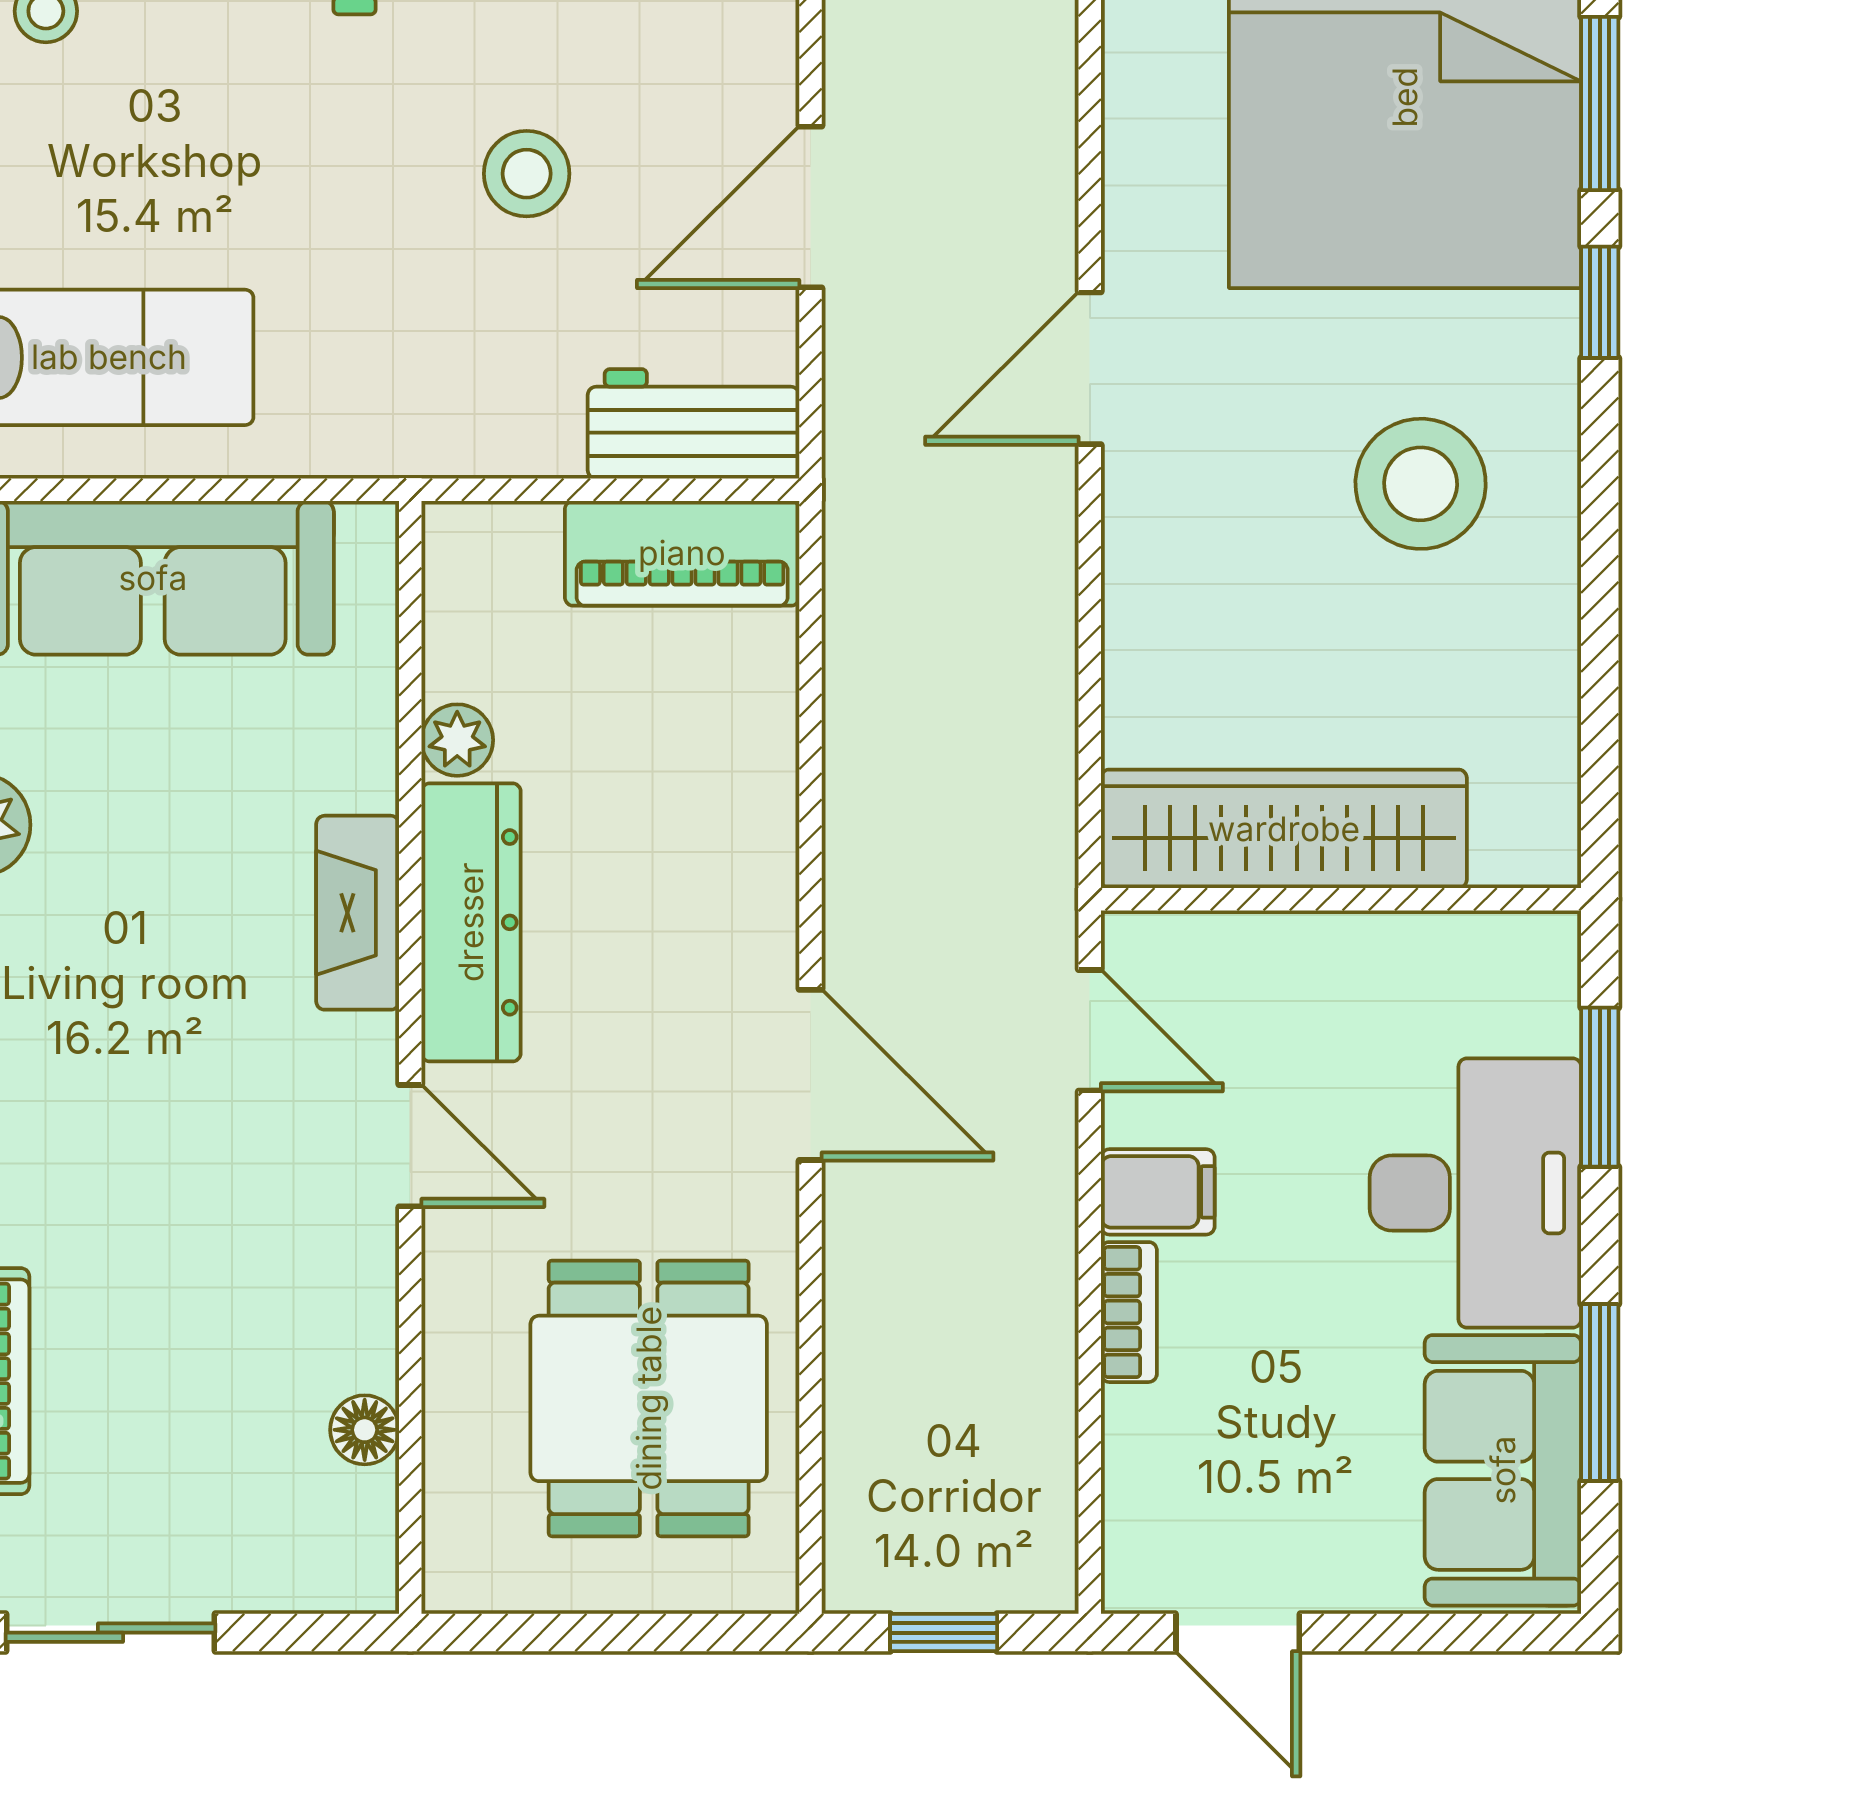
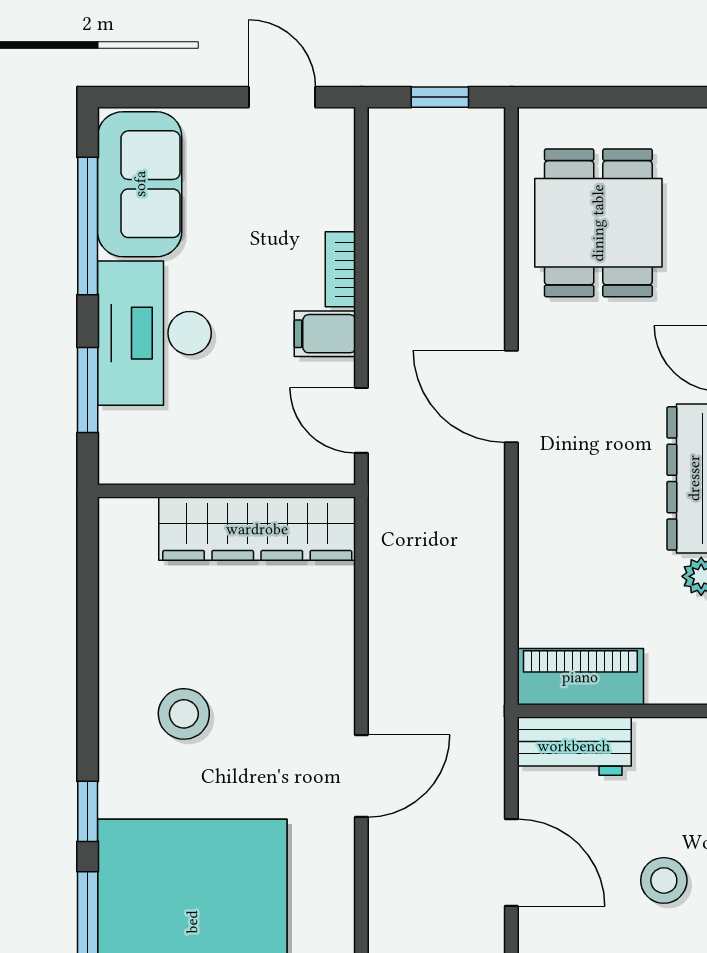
door: (811, 207) -> (511, 863), hinge flipped
stool: (1421, 484) -> (184, 714), width x0.73, depth x0.73
window: (1600, 1392) -> (88, 226), width x1.44

